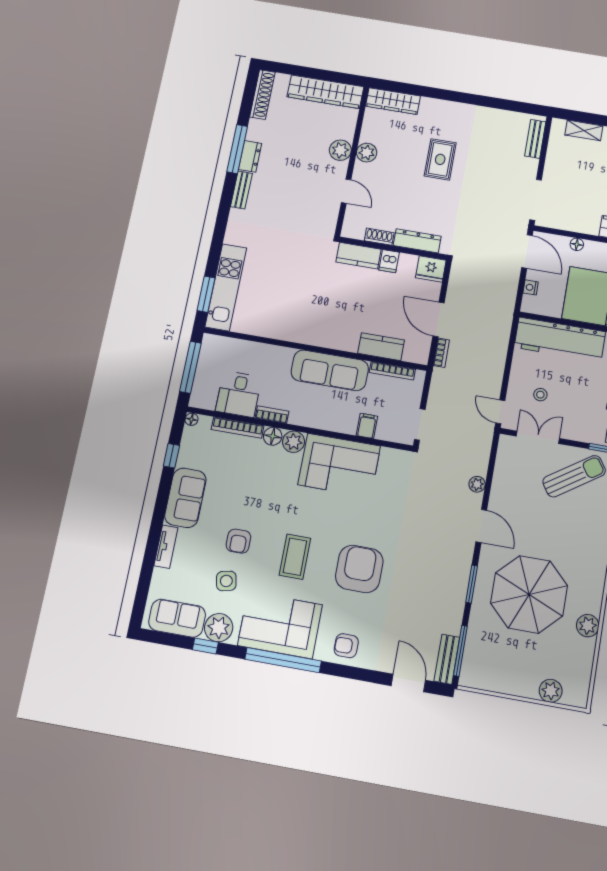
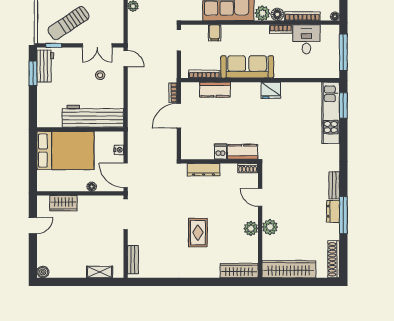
shoe rack: (379, 237) -> (248, 168), moved
fridge: (431, 269) -> (271, 90), moved, turned 180
door: (438, 320) -> (179, 116), swing flipped

